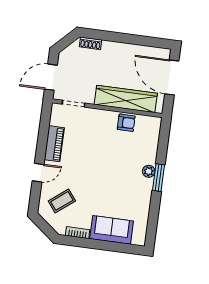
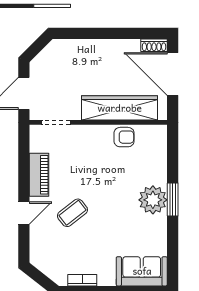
shoe rack: (90, 43) -> (154, 45), moved
plant: (149, 171) -> (153, 200), width x1.88, depth x1.88
coffee table: (62, 201) -> (72, 213), moved
sofa: (112, 230) -> (142, 271), moved

